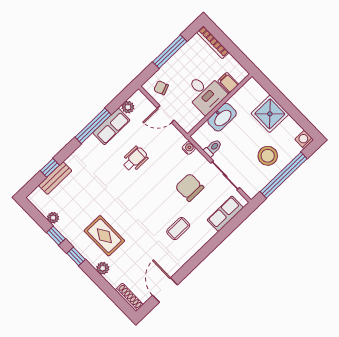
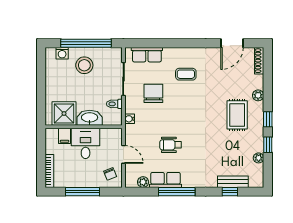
shower: (270, 114) -> (64, 114), moved
washing machine: (304, 139) -> (62, 53), moved
chair: (189, 187) -> (153, 93), turned 180

